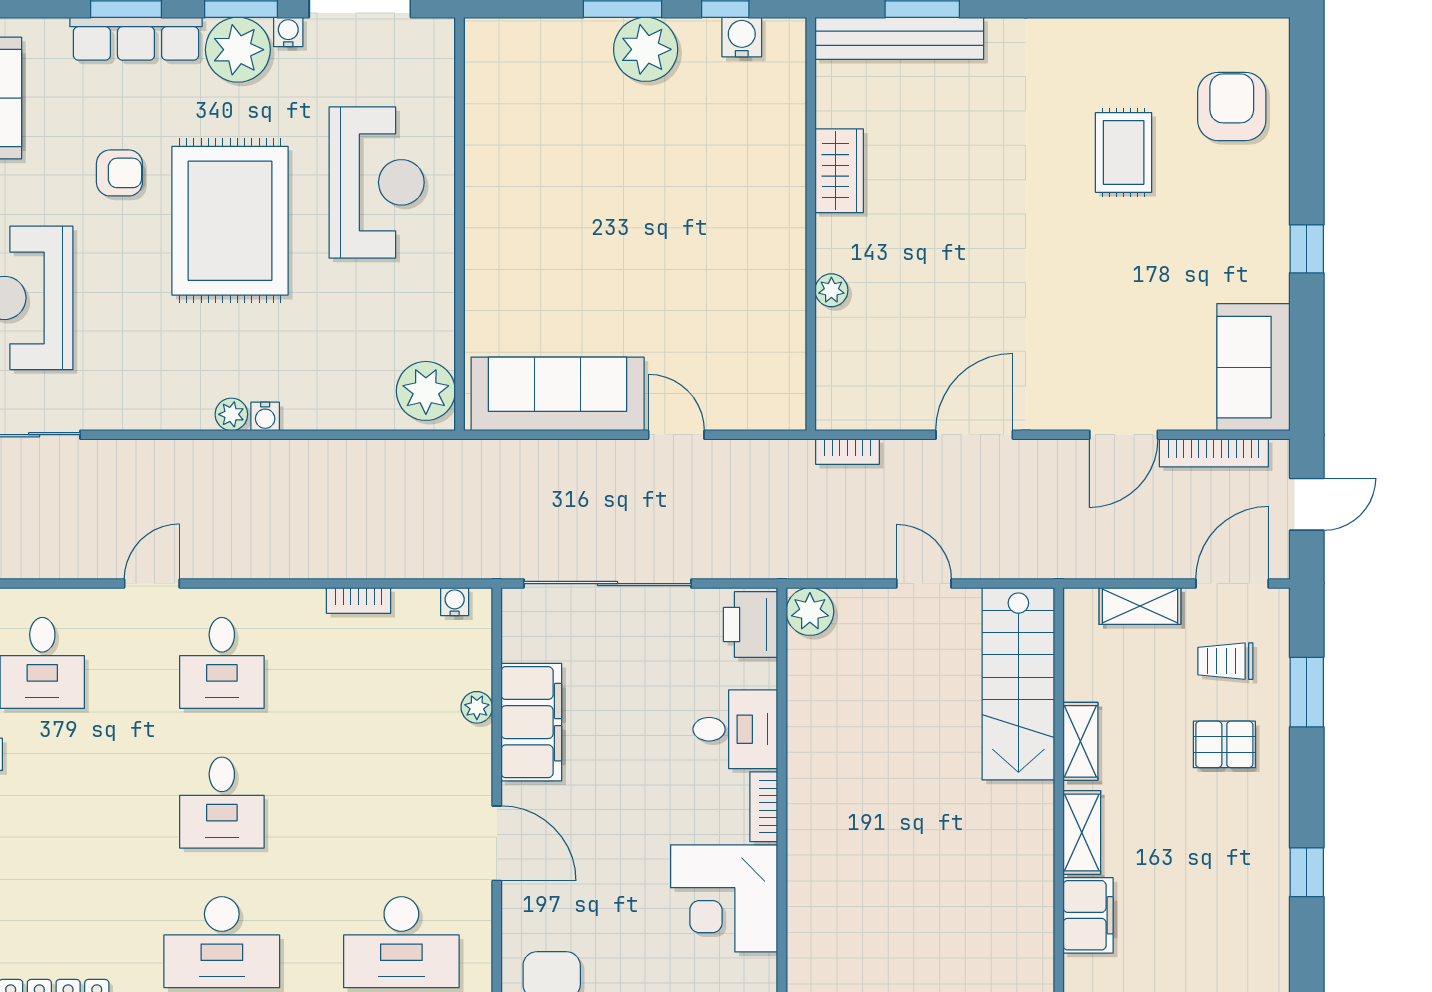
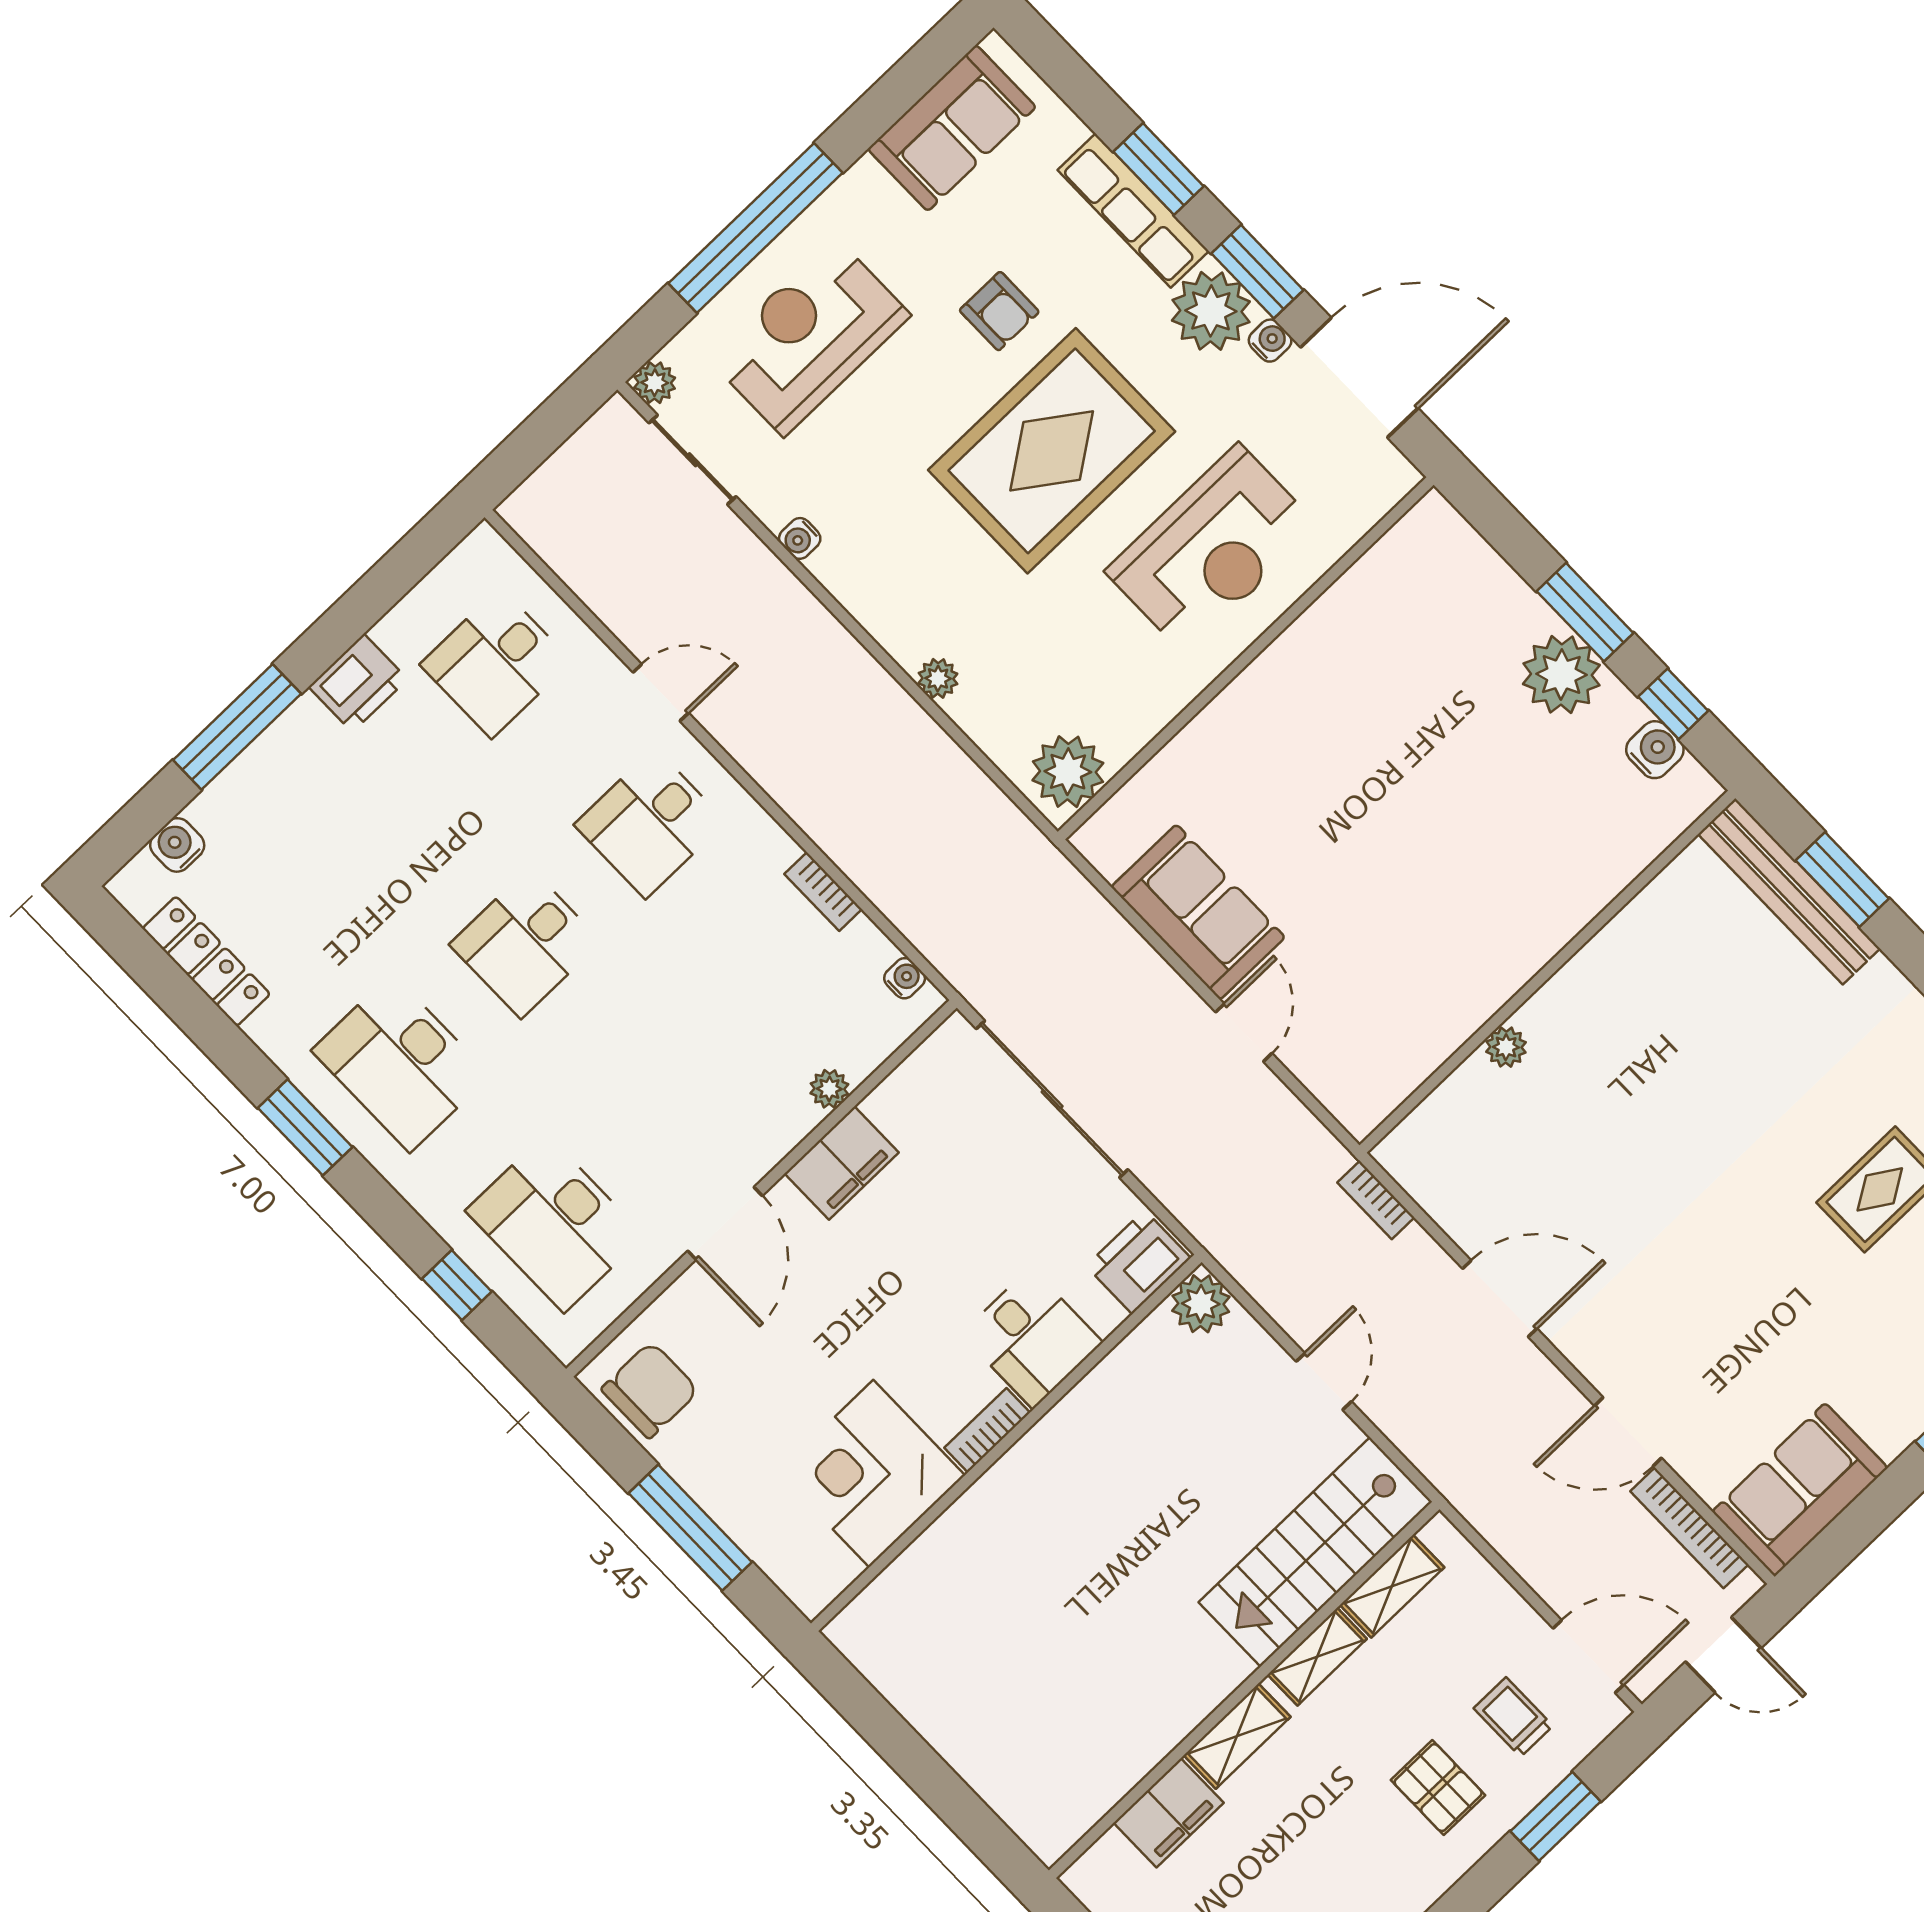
wardrobe: (839, 171) -> (1619, 951), removed
sofa: (558, 394) -> (1198, 912), width x0.73
plant: (231, 414) -> (938, 678), moved
water cooler: (265, 416) -> (800, 538), moved
shelving: (1140, 606) -> (1392, 1586), moved, turned 90
filing cabinet: (531, 722) -> (842, 1163), width x0.67, depth x0.86

